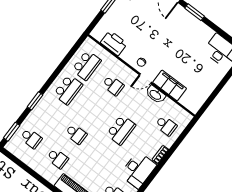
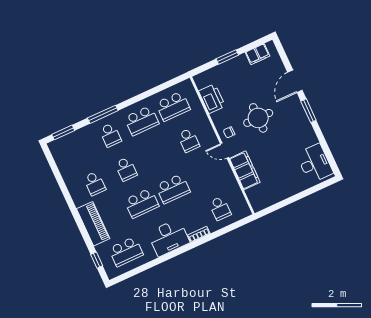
round table: (158, 39) -> (258, 118), added
washbasin: (155, 95) -> (226, 172), removed
window: (35, 101) -> (103, 114), width x1.44
school desk: (31, 138) -> (110, 135), moved
school desk: (103, 154) -> (142, 203), added

